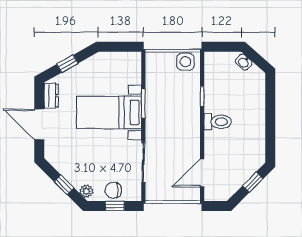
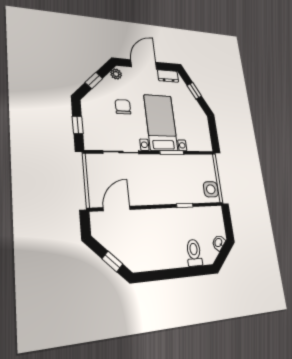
toilet: (218, 122) -> (194, 253), moved, turned 180
door: (202, 173) -> (117, 208), hinge flipped
chair: (113, 190) -> (123, 107), moved
plant: (86, 191) -> (116, 74), moved

